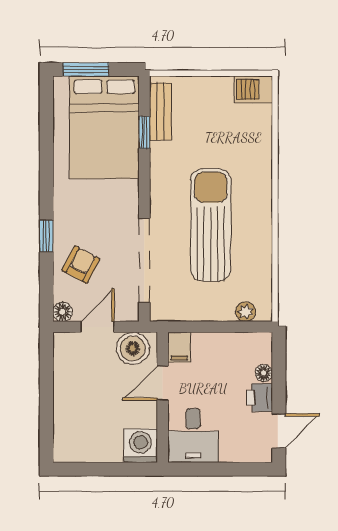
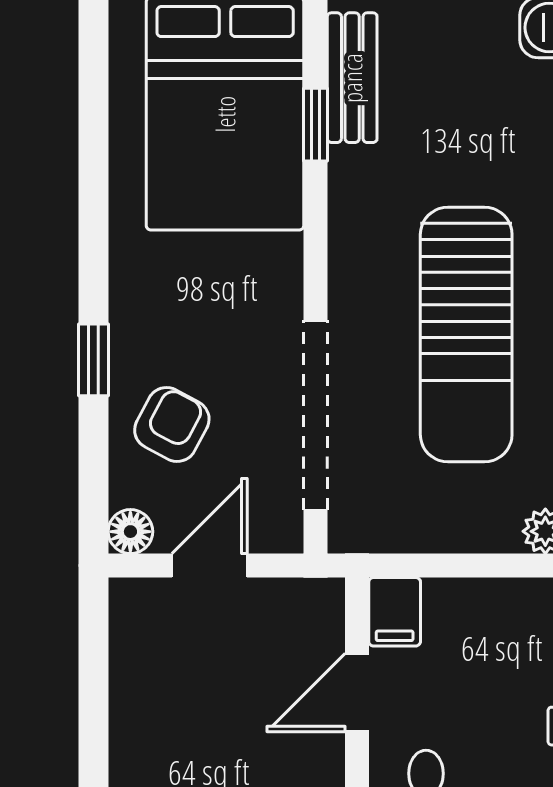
sun lounger: (211, 225) -> (466, 335), turned 180
boiler: (133, 348) -> (289, 615), removed

